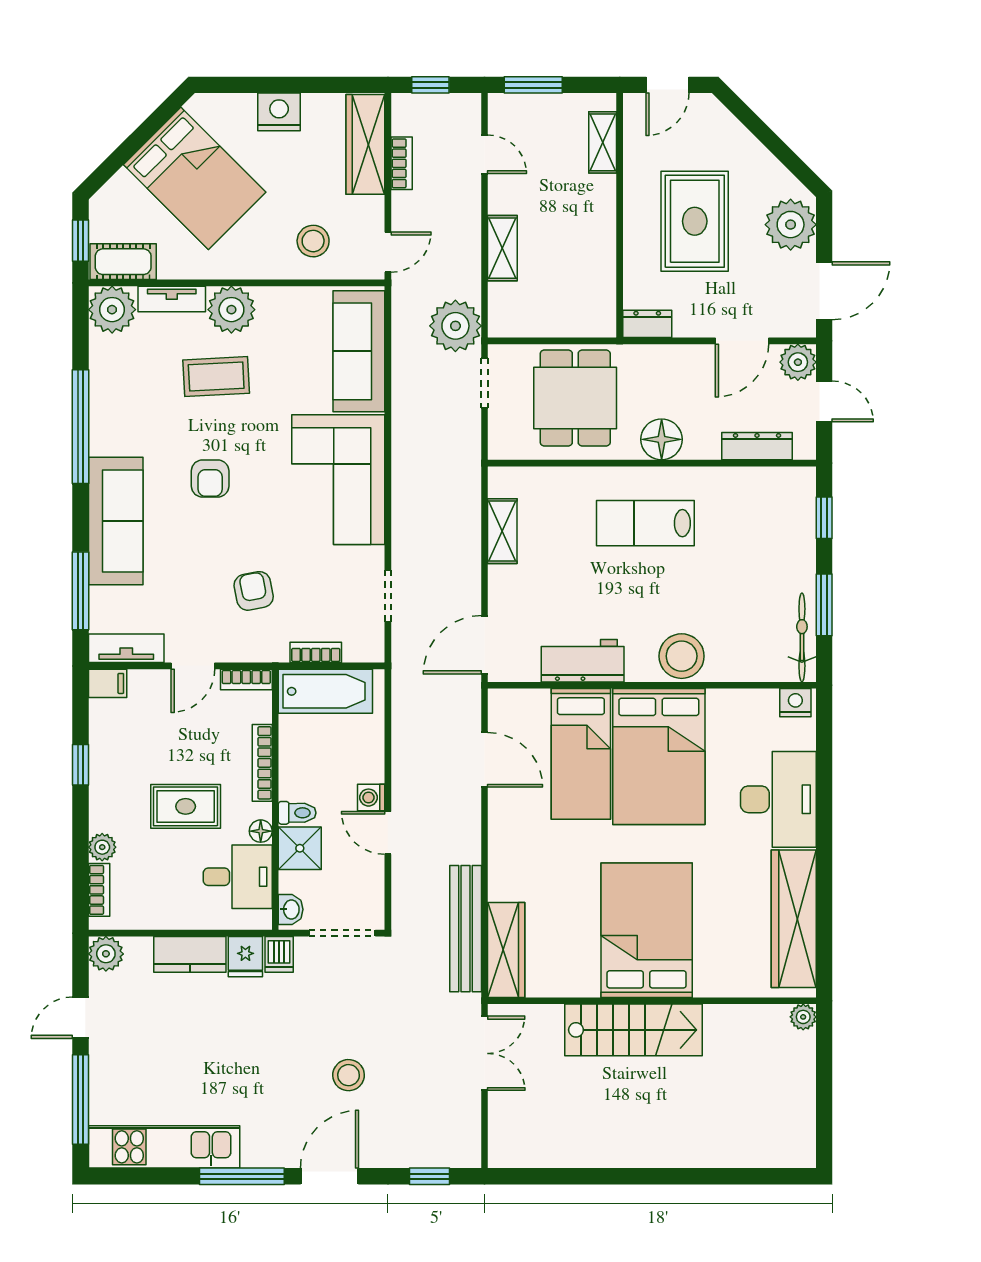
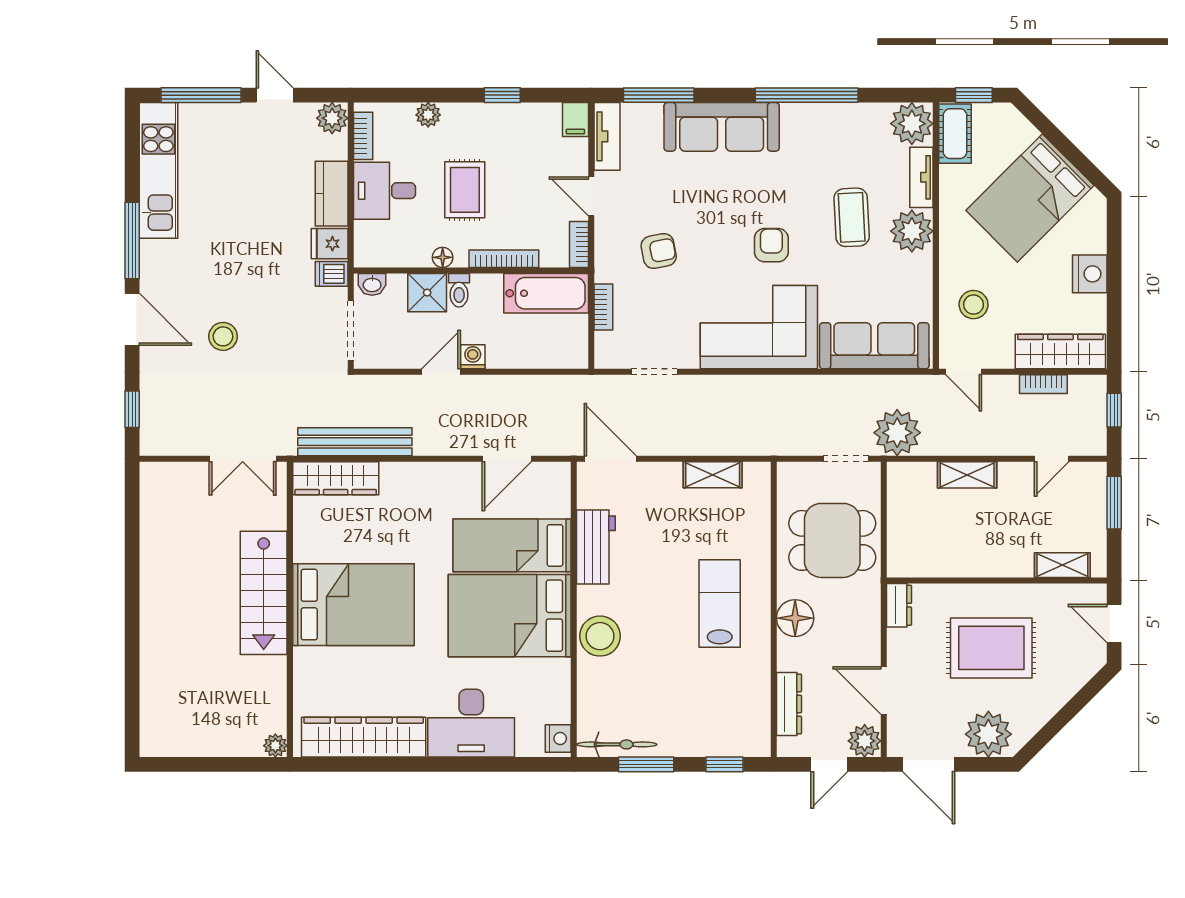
armchair: (210, 479) -> (771, 245), moved, turned 90
bathtub: (325, 691) -> (546, 293), moved, turned -90
desk: (238, 877) -> (385, 191), moved, turned 90
bookcase: (99, 890) -> (363, 136), moved, turned -90

